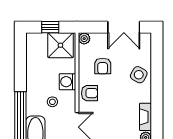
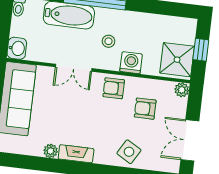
armchair: (89, 93) -> (114, 88), turned 90

